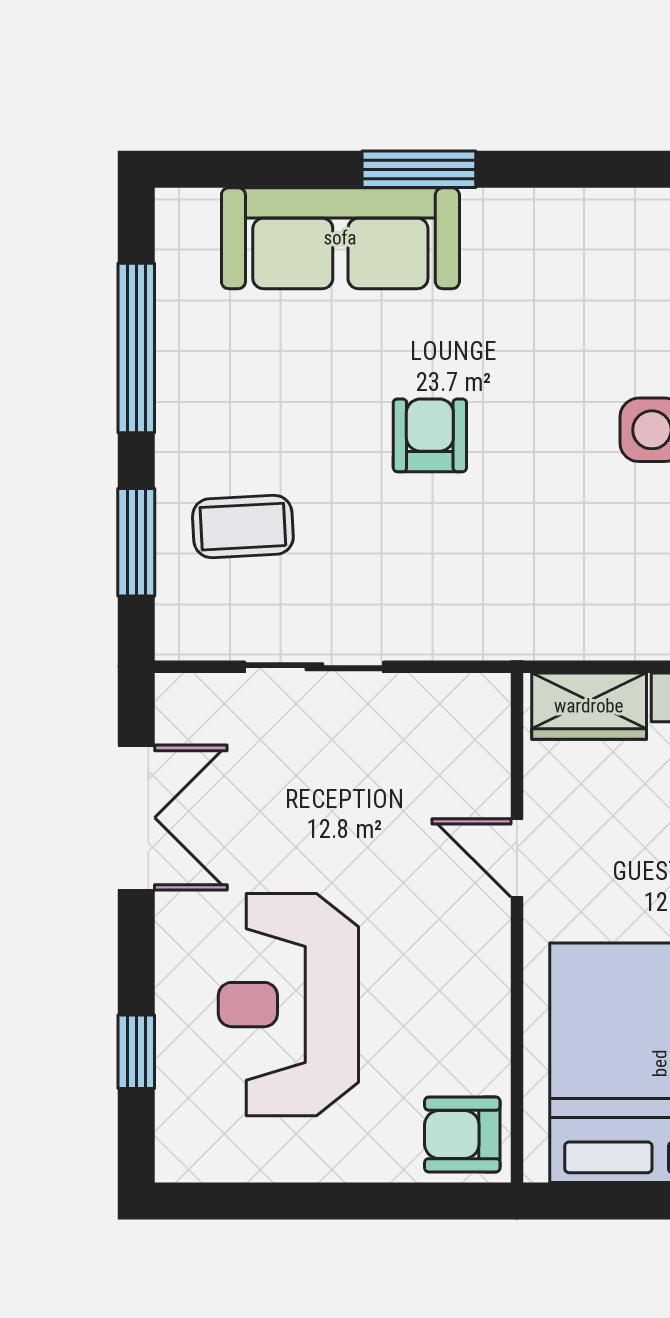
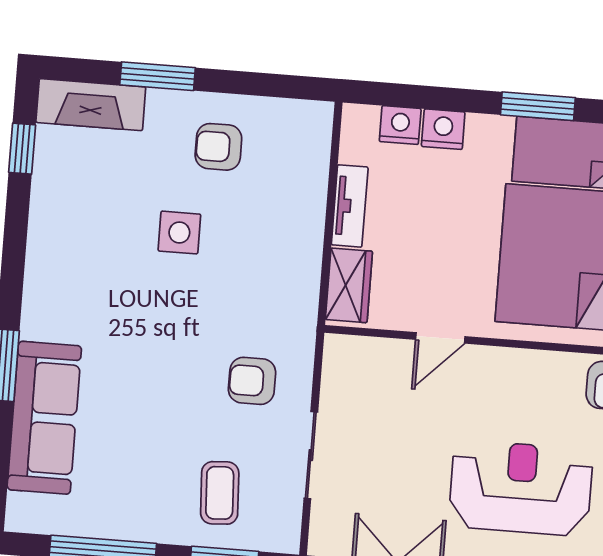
armchair: (430, 435) -> (252, 381), moved
reception desk: (288, 1005) -> (521, 488), turned 180

